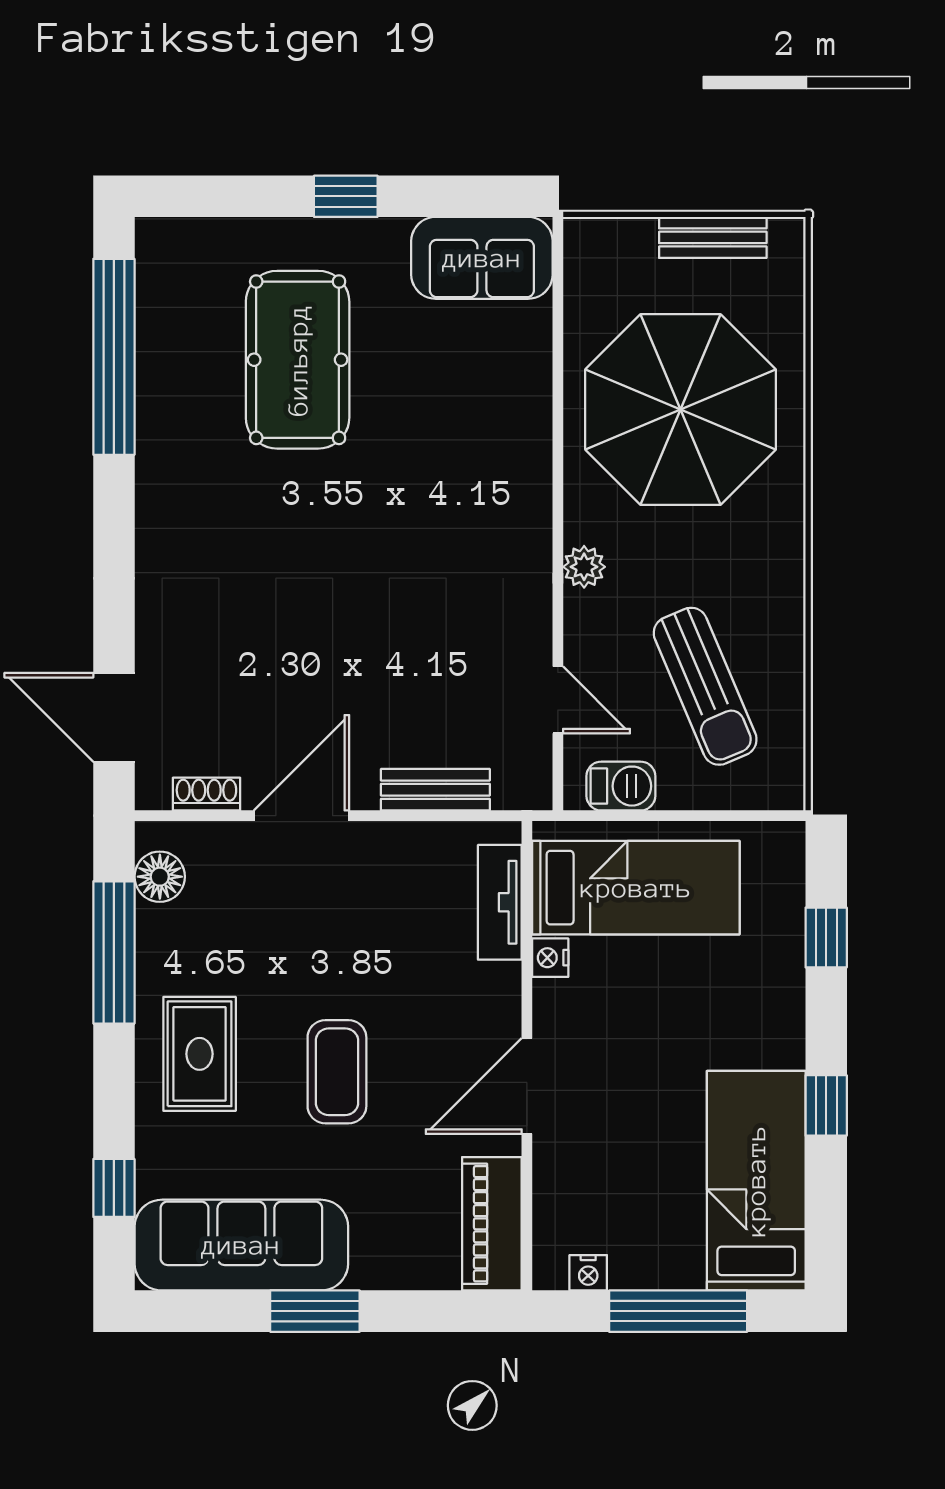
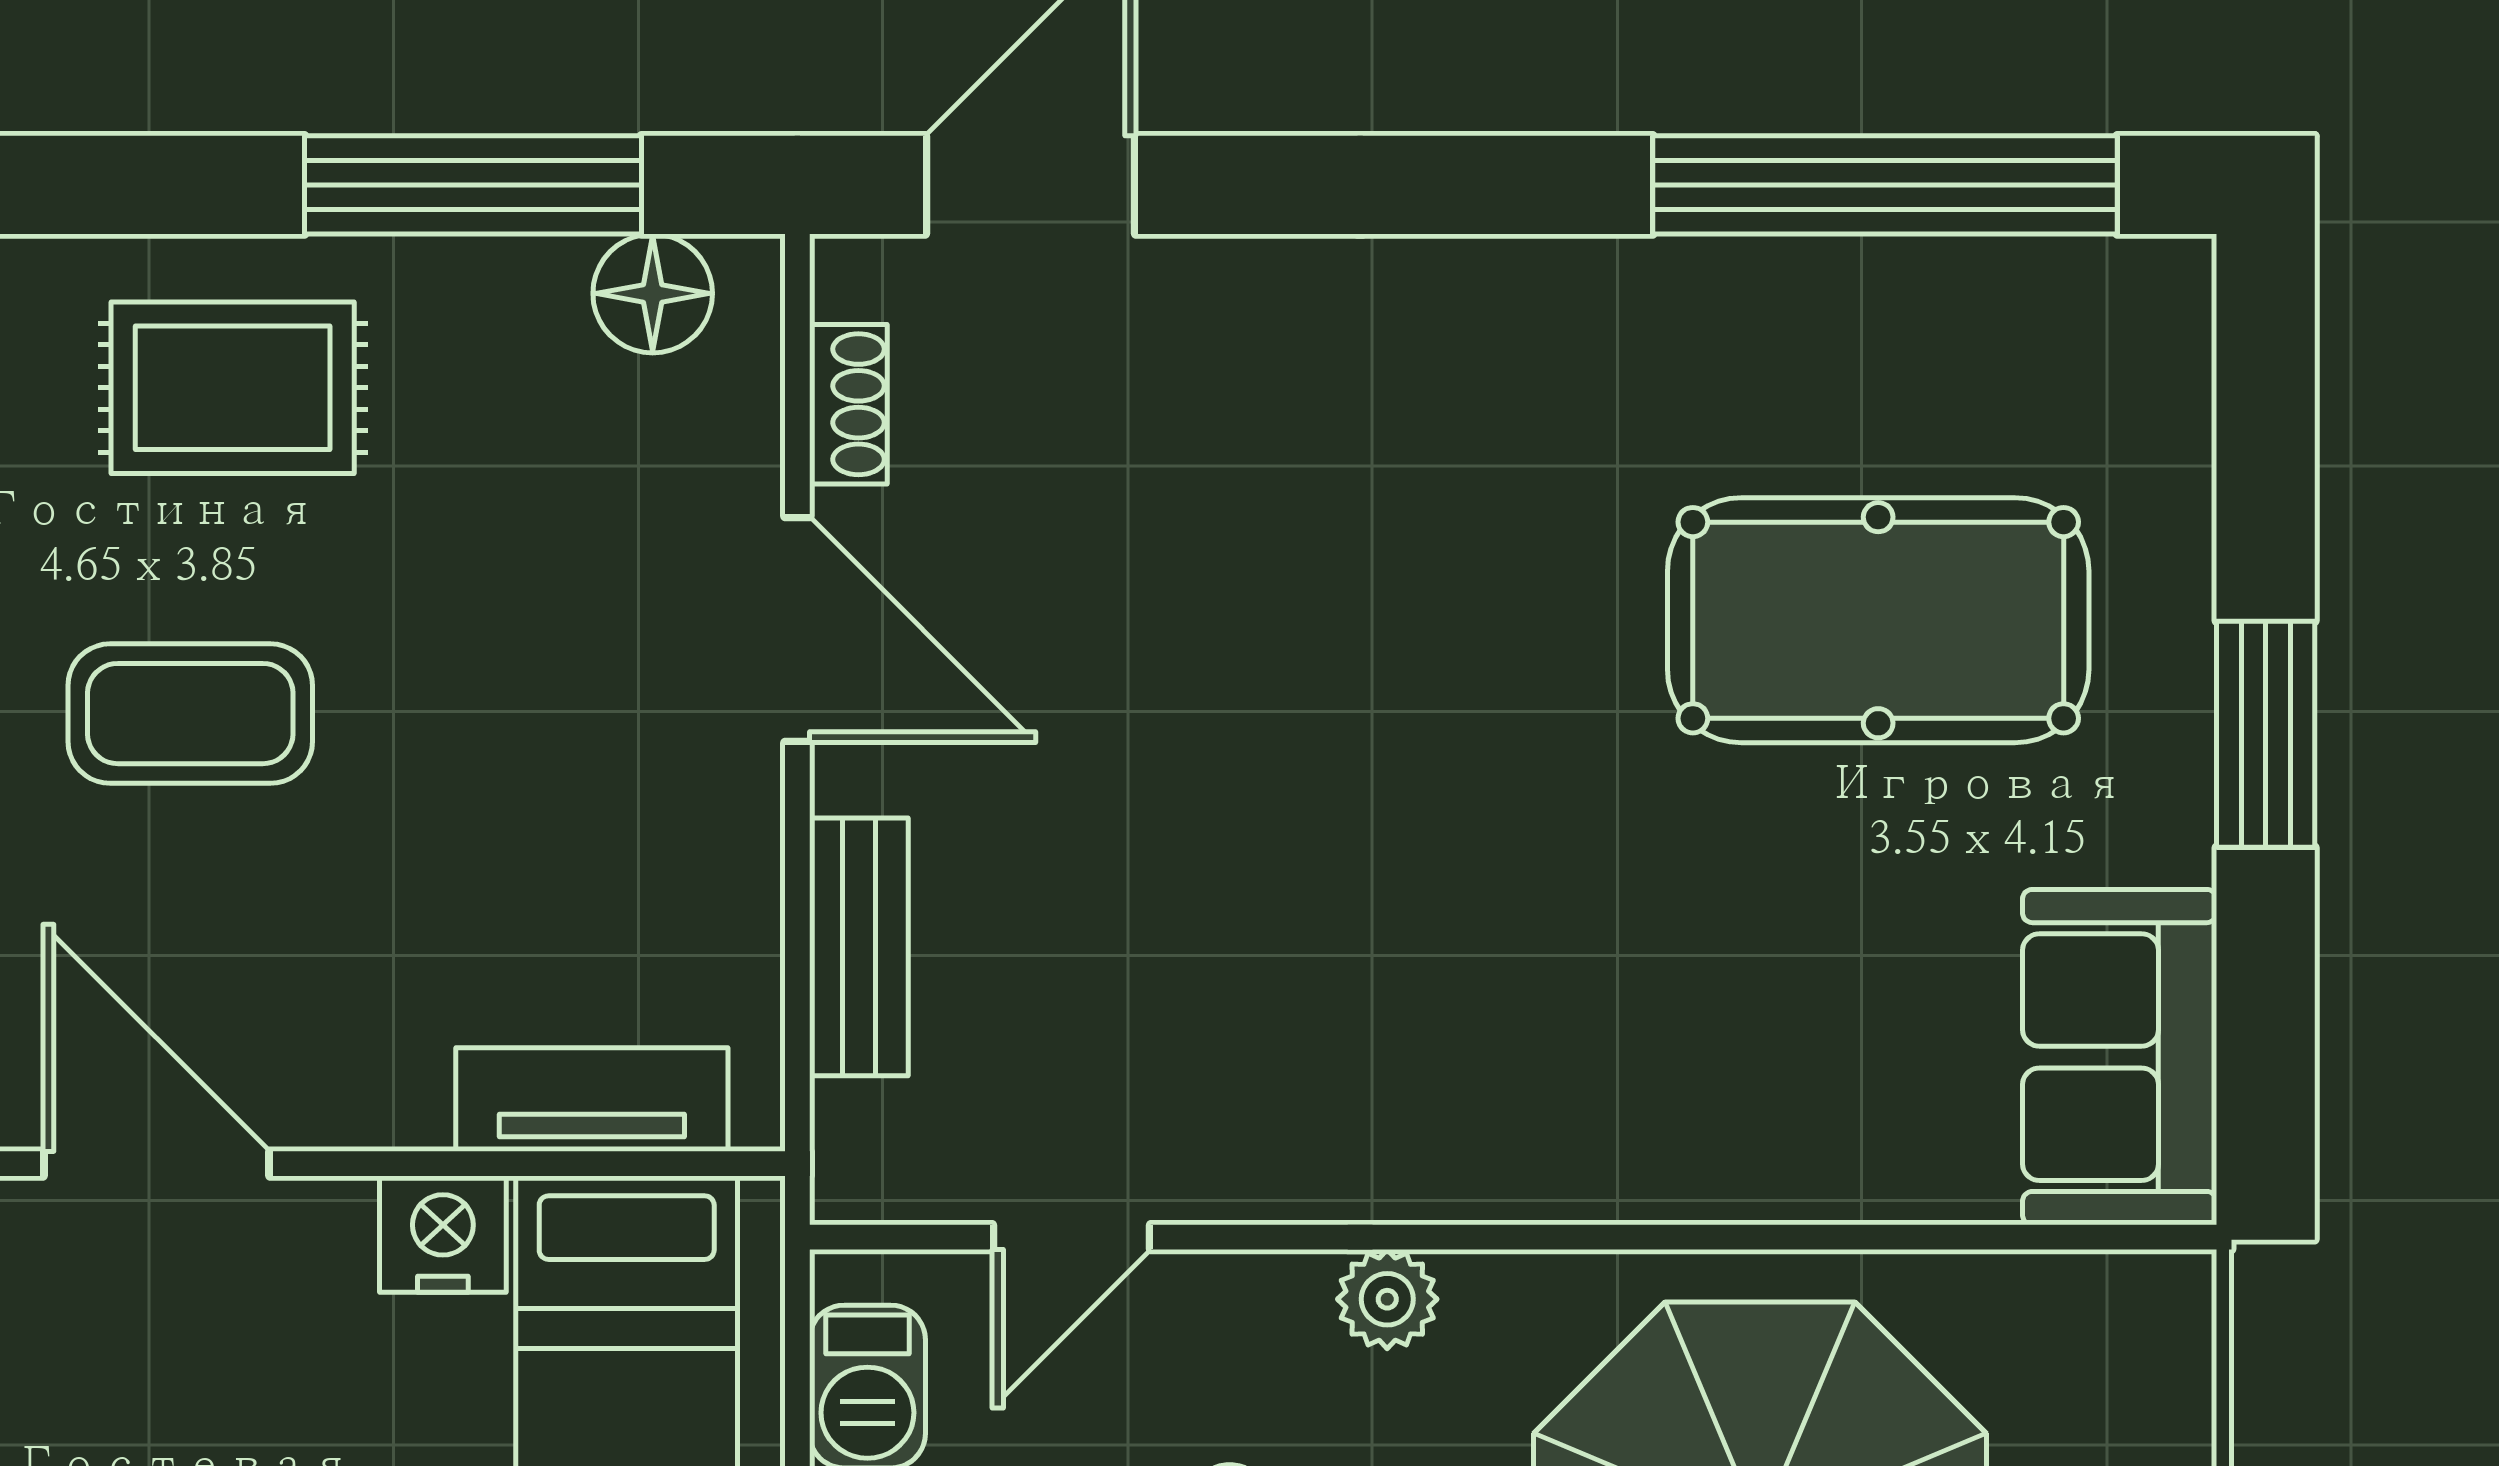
window: (346, 196) -> (2266, 734), width x1.50
nightstand: (550, 958) -> (443, 1234), width x1.39, depth x1.35

